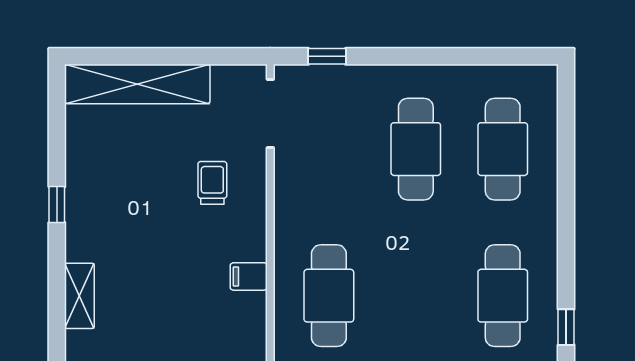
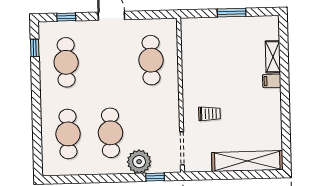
plant: (359, 89) -> (139, 162), added
trolley: (212, 183) -> (209, 114), turned -90
window: (57, 205) -> (285, 101), removed
filing cabinet: (249, 276) -> (272, 81), moved, turned 180

